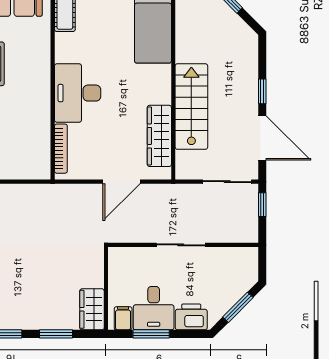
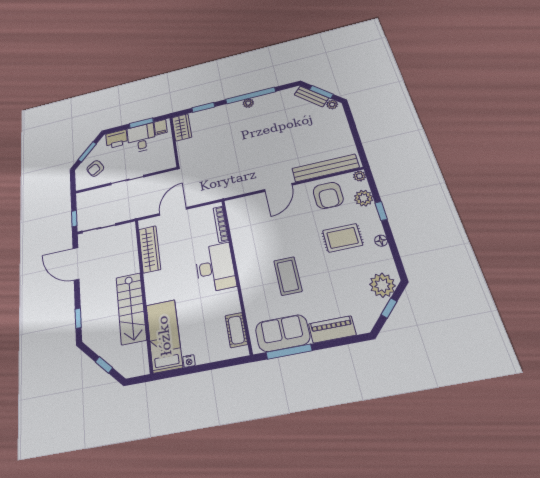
window: (262, 91) -> (78, 318), moved
stairs: (191, 107) -> (131, 308), moved
armchair: (227, 276) -> (95, 168), added

